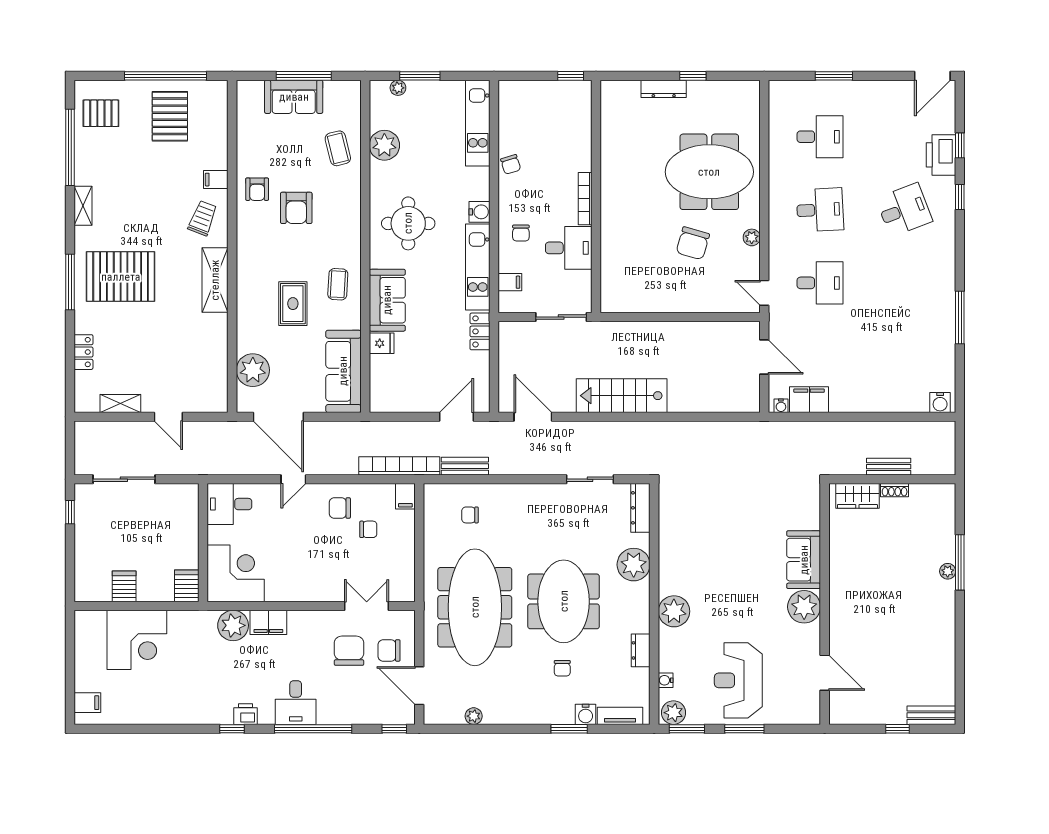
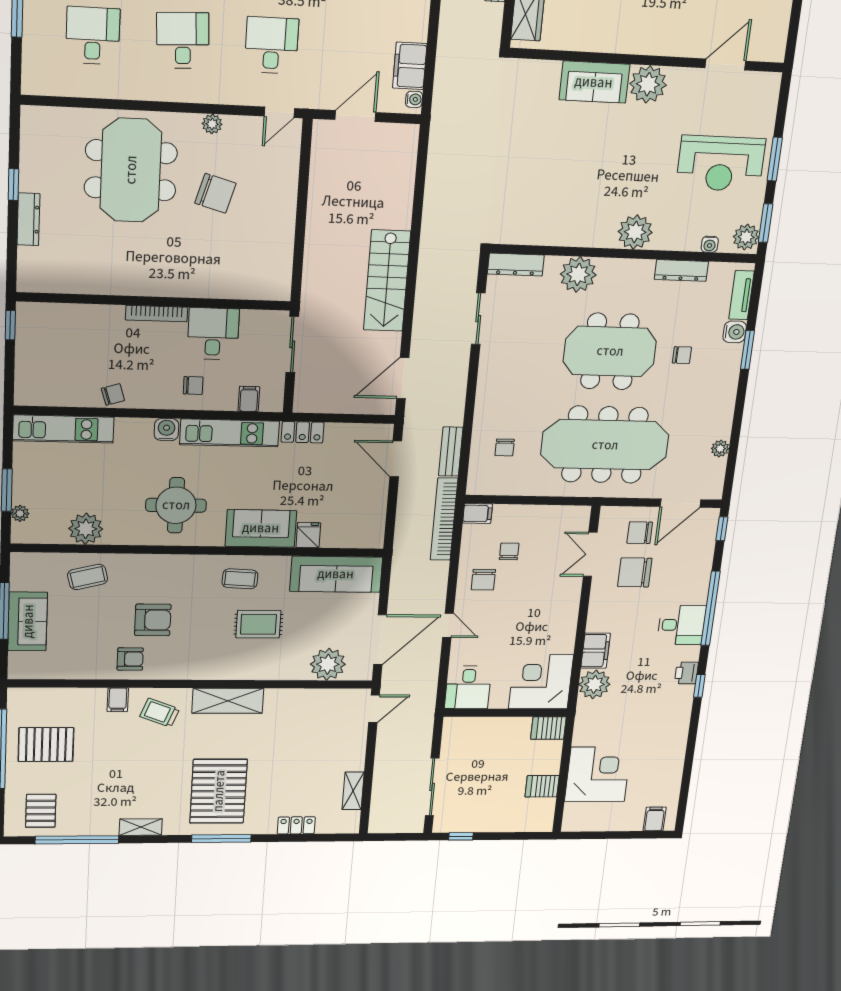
door: (168, 417) -> (374, 709), moved
chair: (389, 650) -> (640, 533), turned 90
dresser: (641, 650) -> (681, 270), width x1.44

